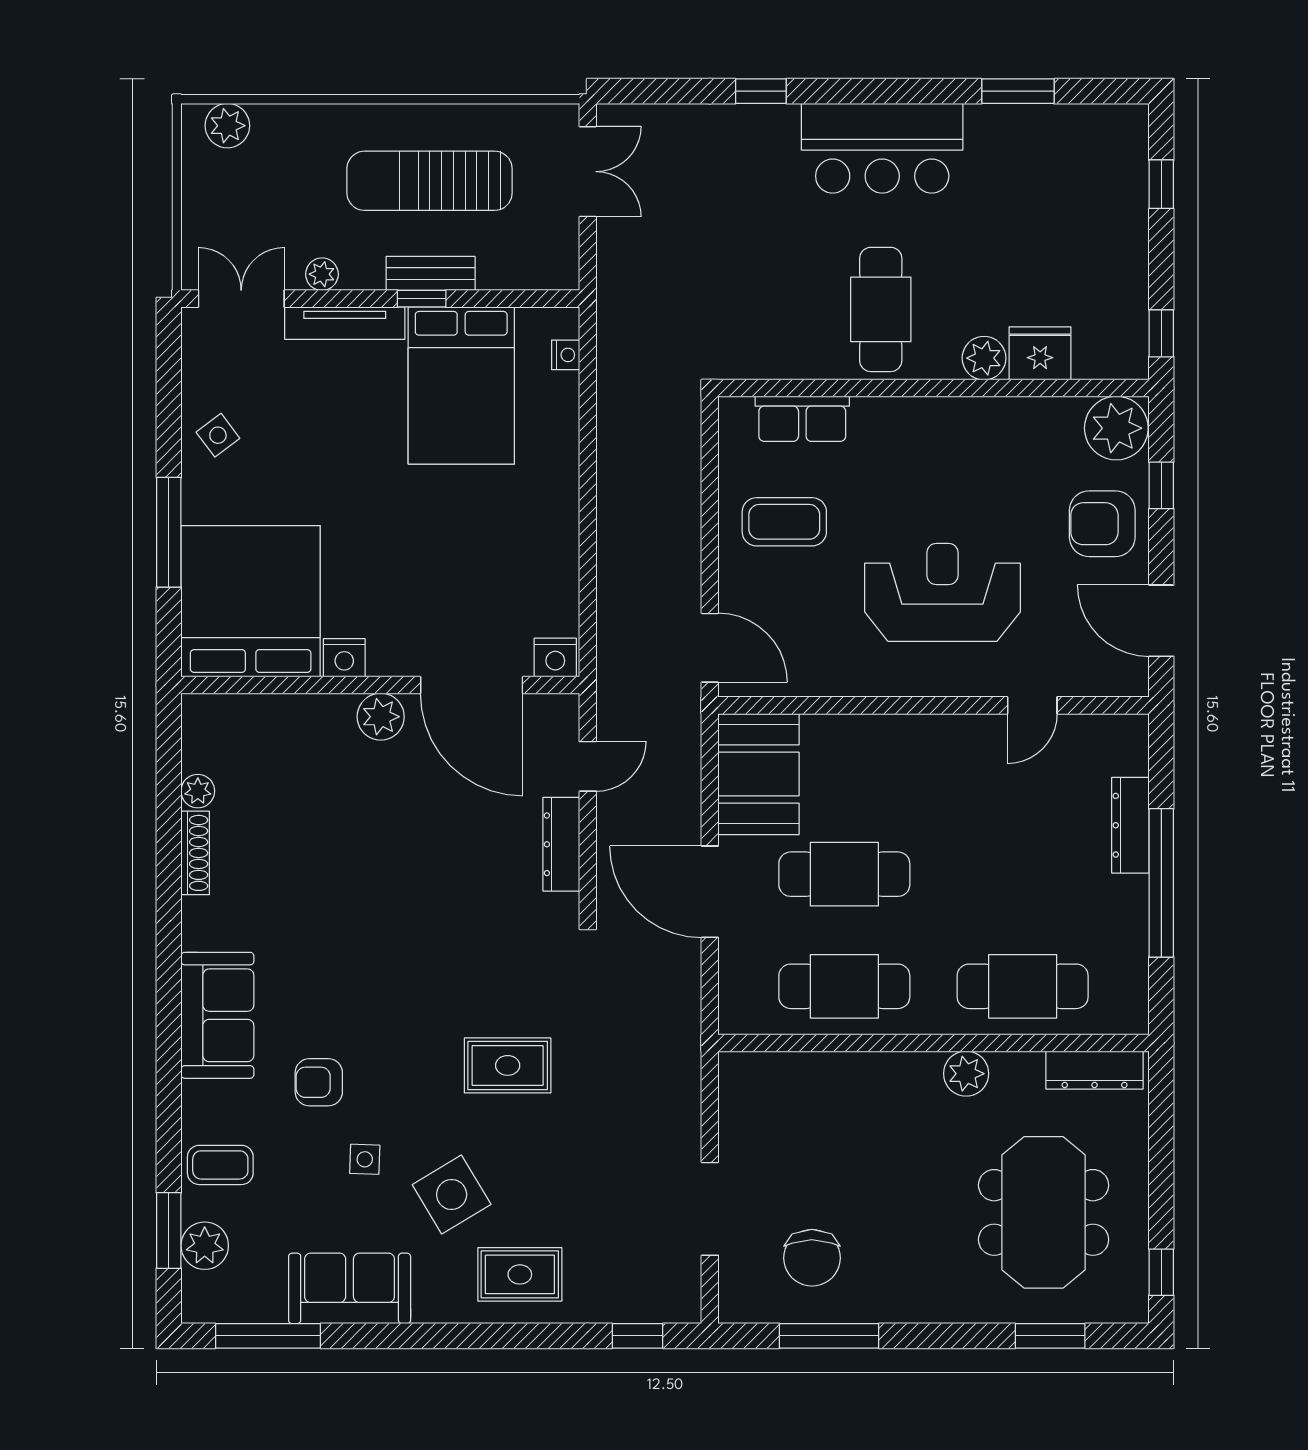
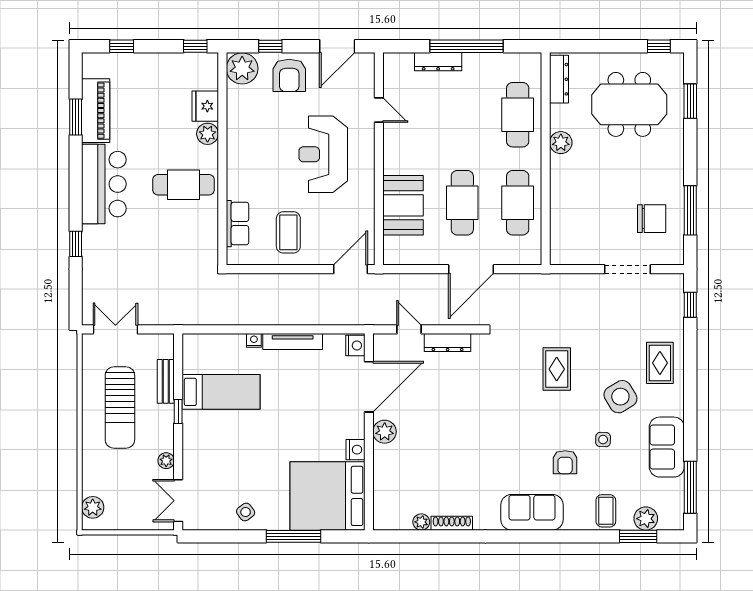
piano: (1031, 132) -> (96, 111), added
bench: (431, 273) -> (166, 381), moved
tv unit: (345, 323) -> (293, 341), moved, turned 90
nightstand: (566, 355) -> (254, 340), moved
bed: (461, 385) -> (221, 392), width x0.67
booth: (759, 774) -> (403, 205), moved, turned 90

